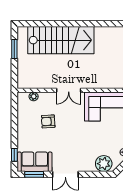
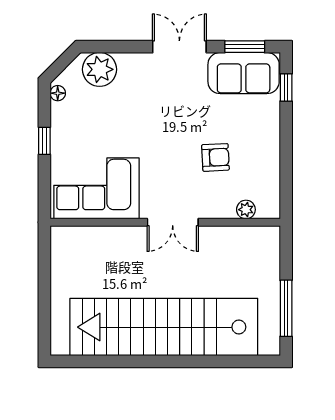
stairs: (61, 40) -> (164, 327), width x1.36
window: (14, 49) -> (286, 308), width x1.44
double door: (69, 90) -> (173, 222), swing flipped

